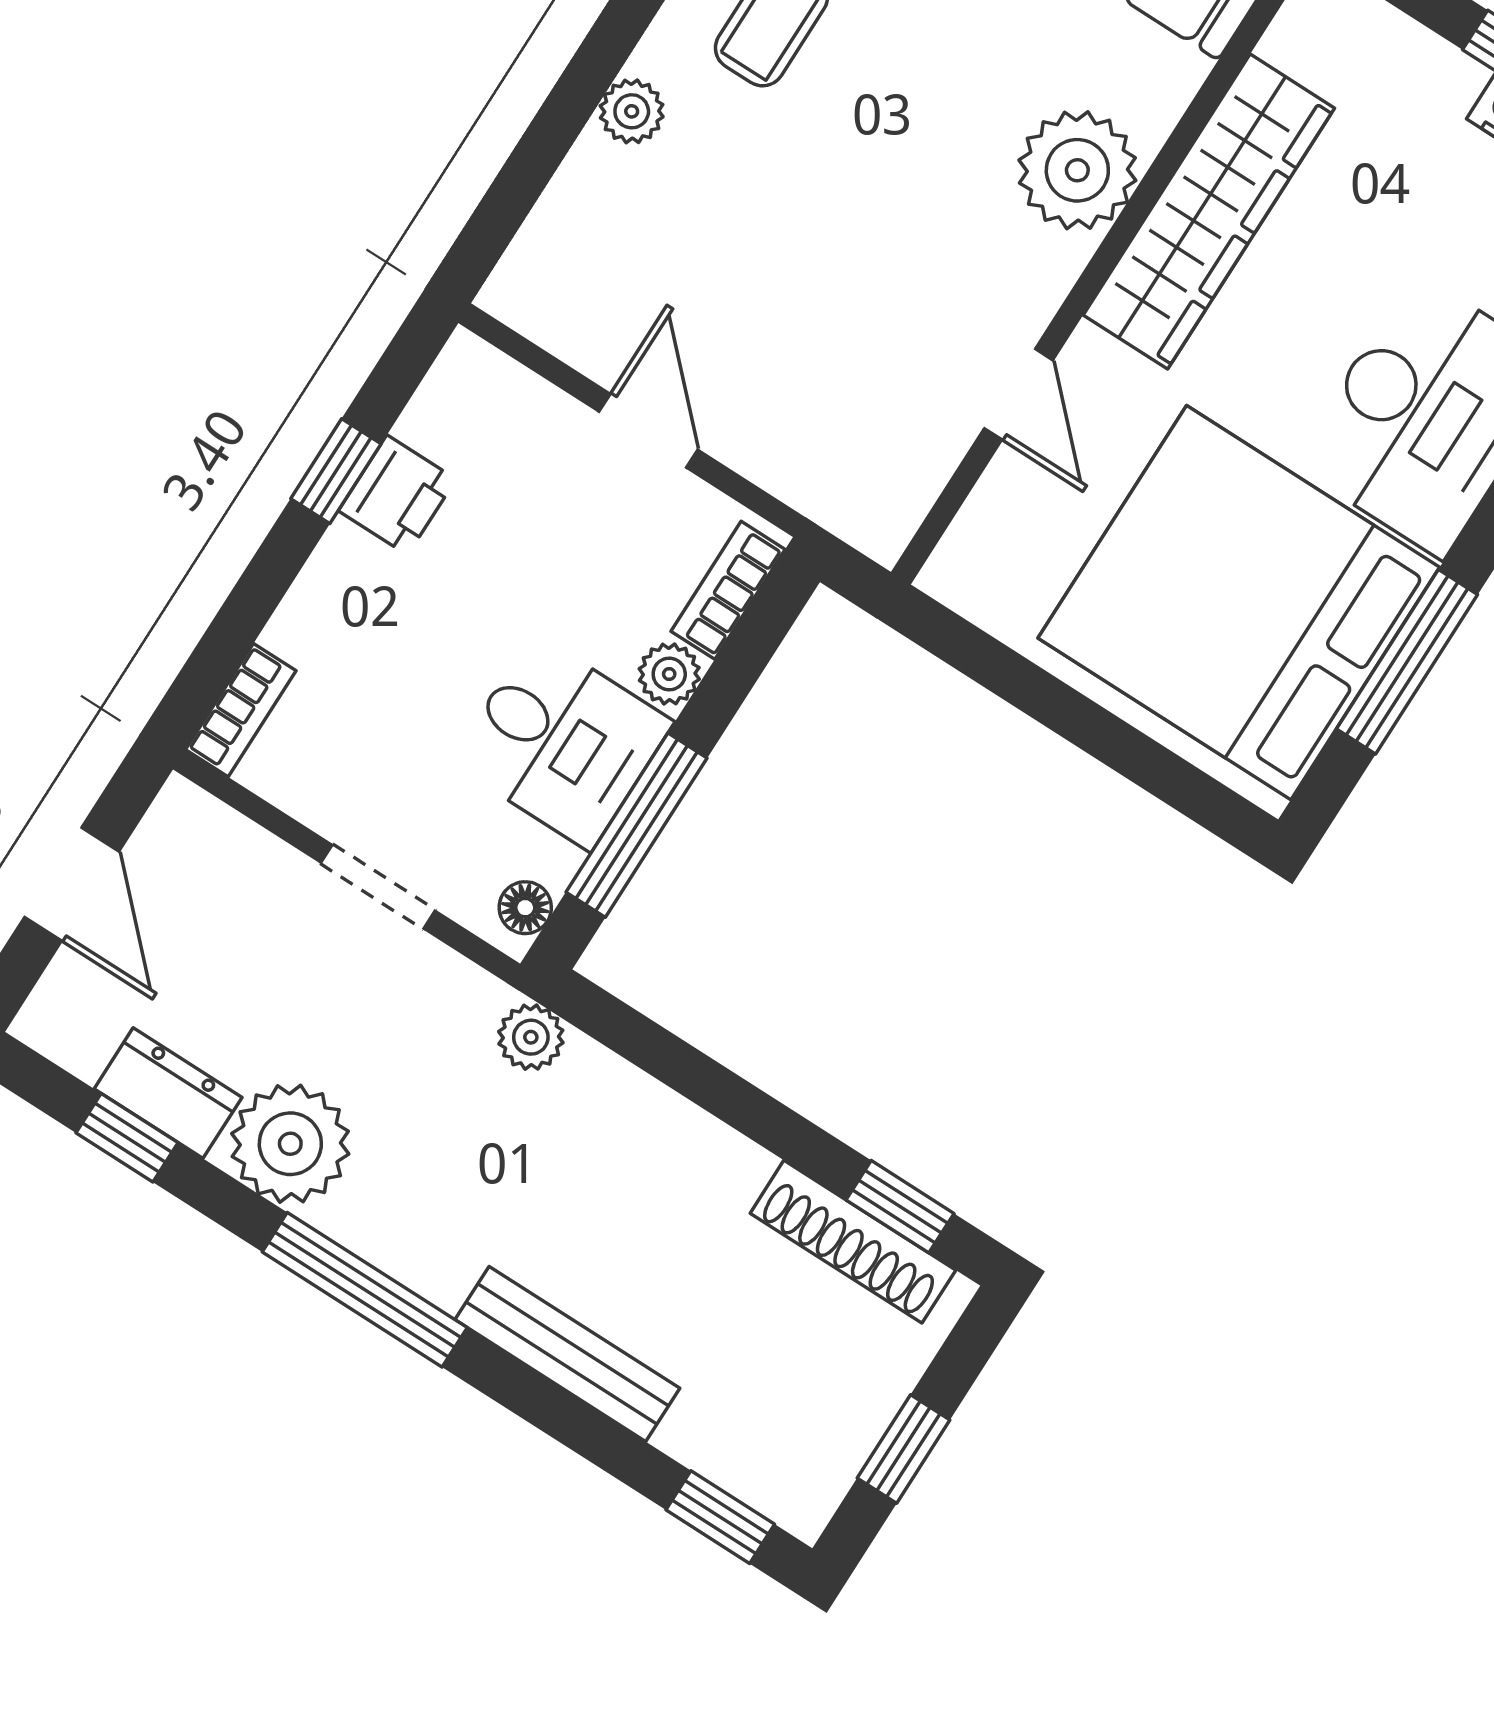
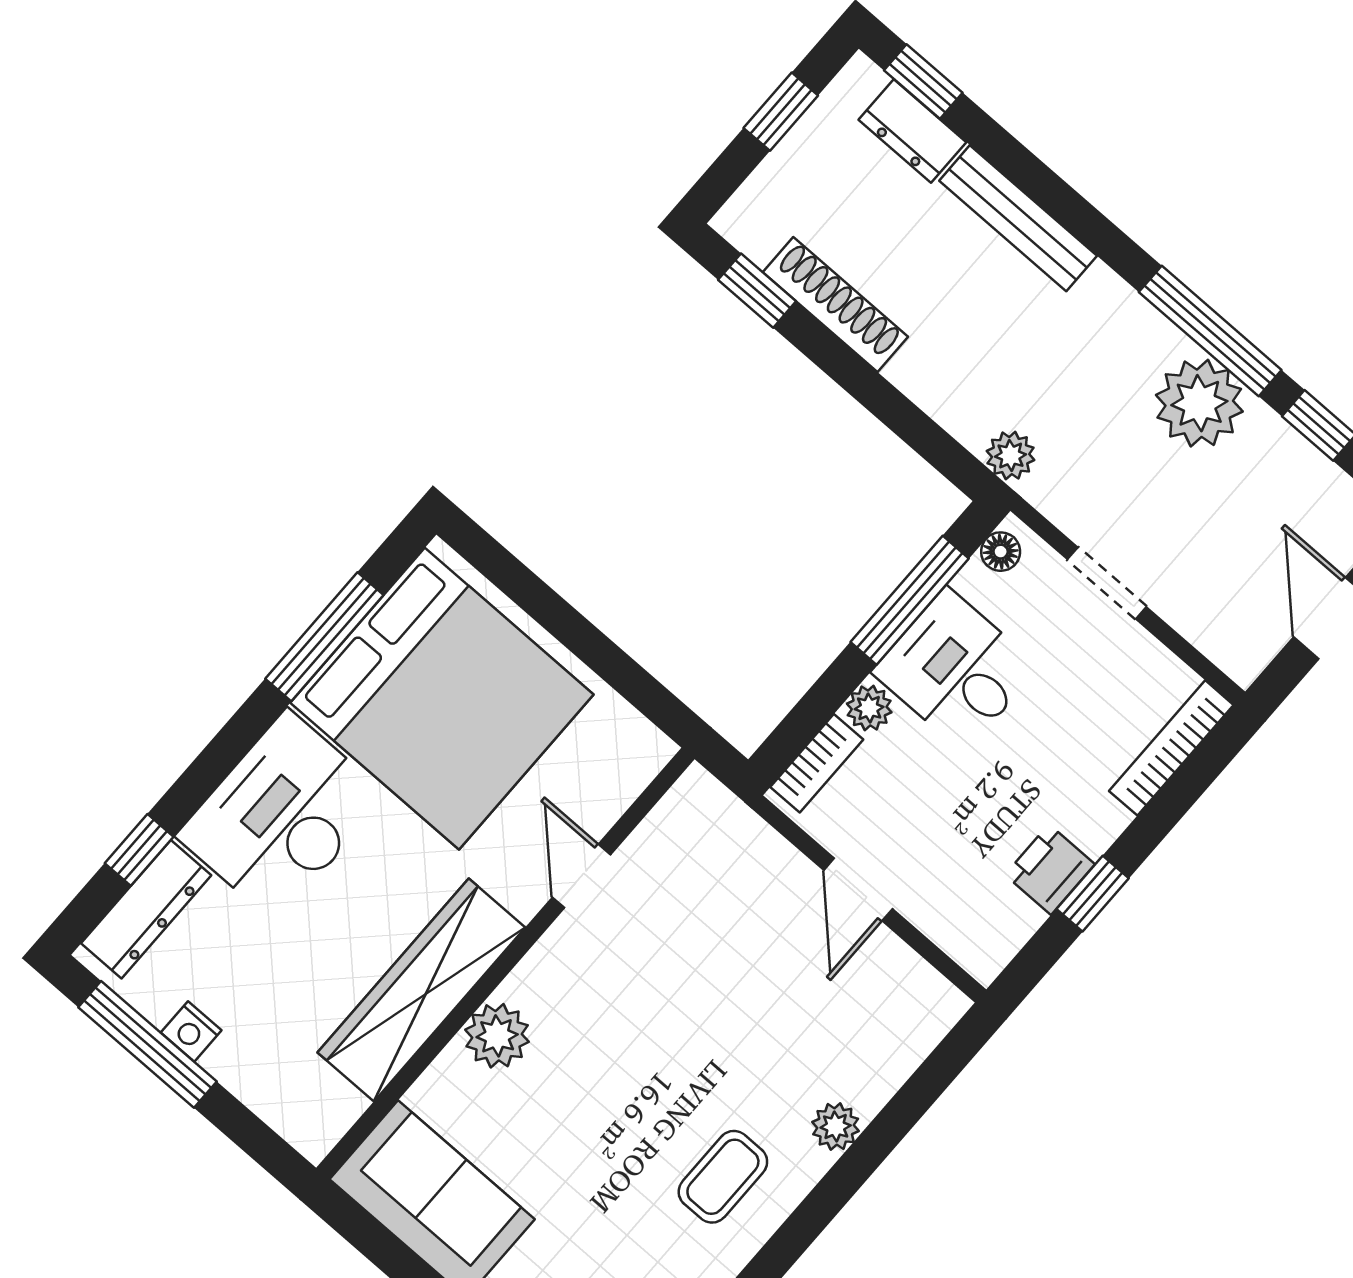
plant: (1077, 170) -> (497, 1036), width x0.73, depth x0.73
bookcase: (241, 710) -> (1171, 748), width x1.56
dresser: (168, 1093) -> (912, 131), moved
shoe rack: (853, 1242) -> (835, 304), moved
window: (365, 1290) -> (1210, 331), moved

